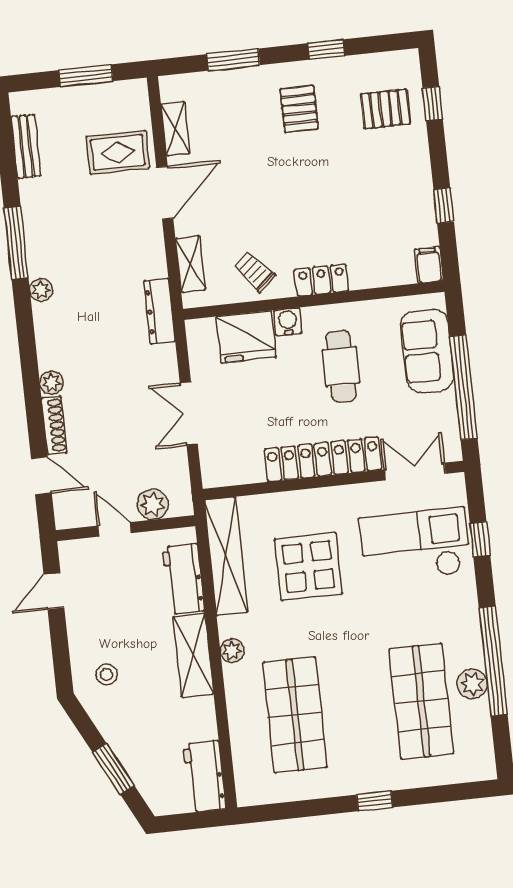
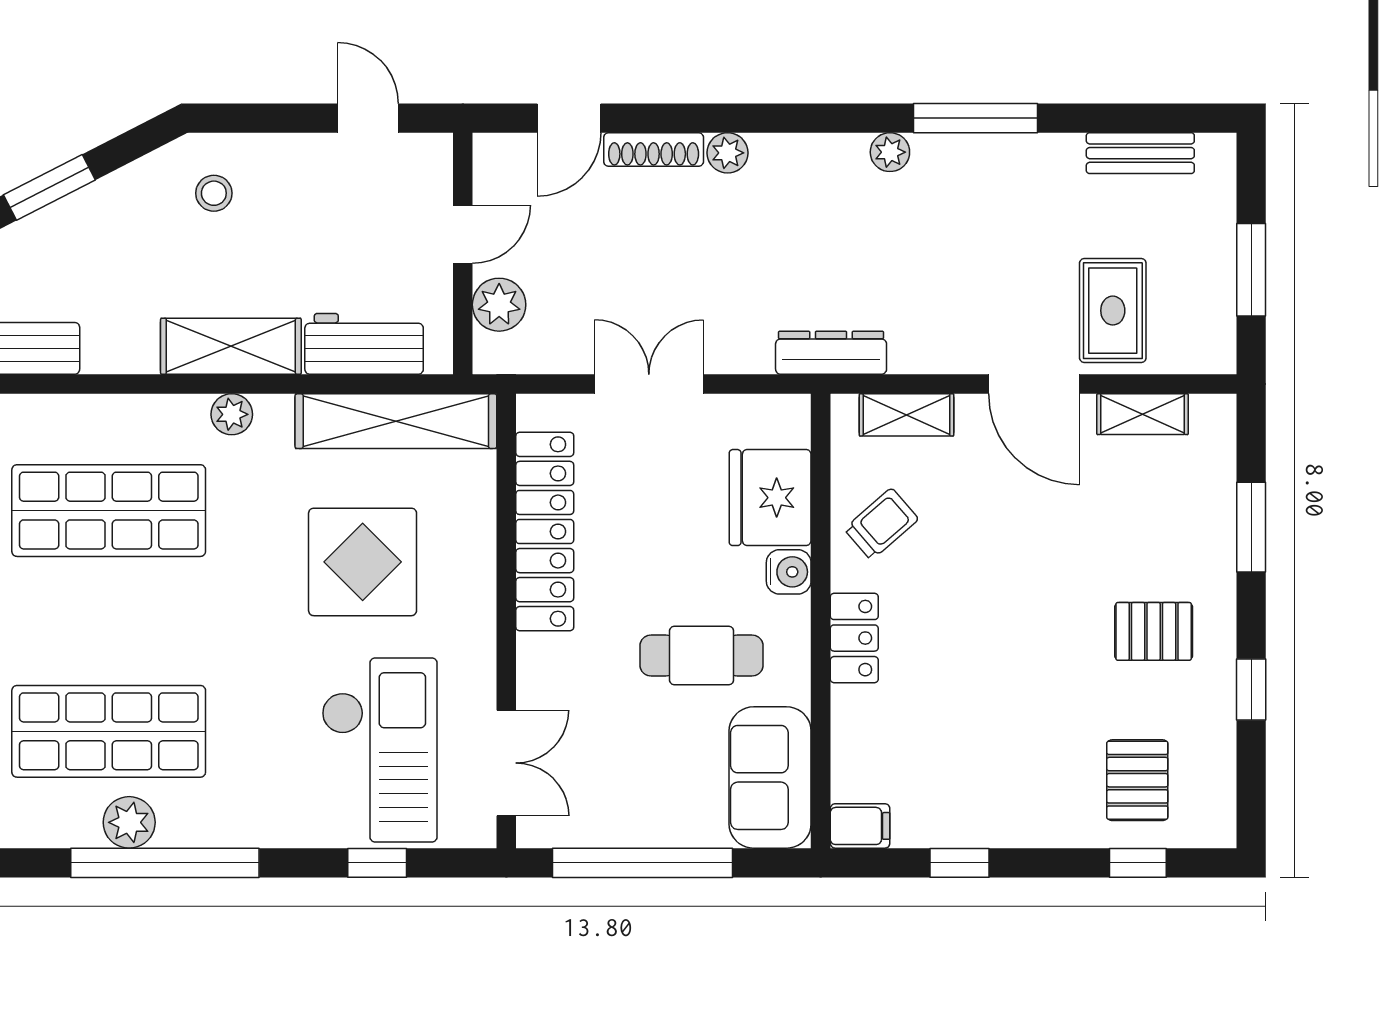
sofa: (427, 351) -> (770, 777), moved, turned -90
locker: (323, 459) -> (545, 532), moved

